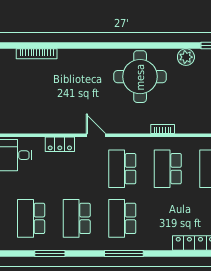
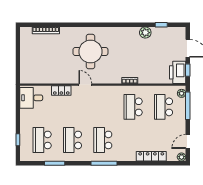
round table: (140, 77) -> (90, 52), moved
school desk: (122, 169) -> (103, 107), removed

